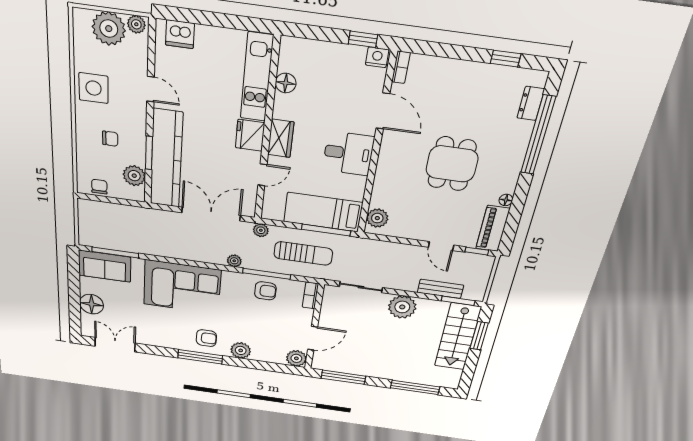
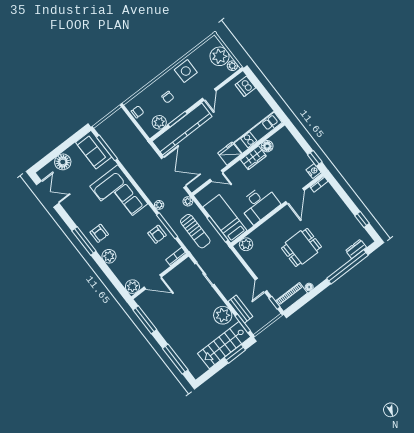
wardrobe: (281, 138) -> (253, 158), moved
desk: (348, 153) -> (259, 204), width x1.37
plant: (402, 307) -> (223, 315), moved

